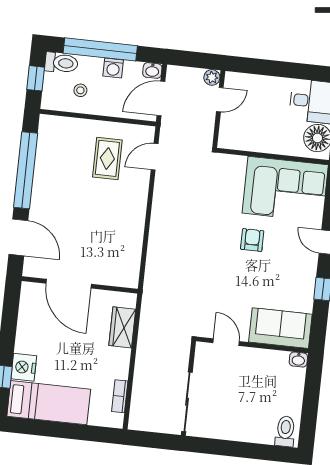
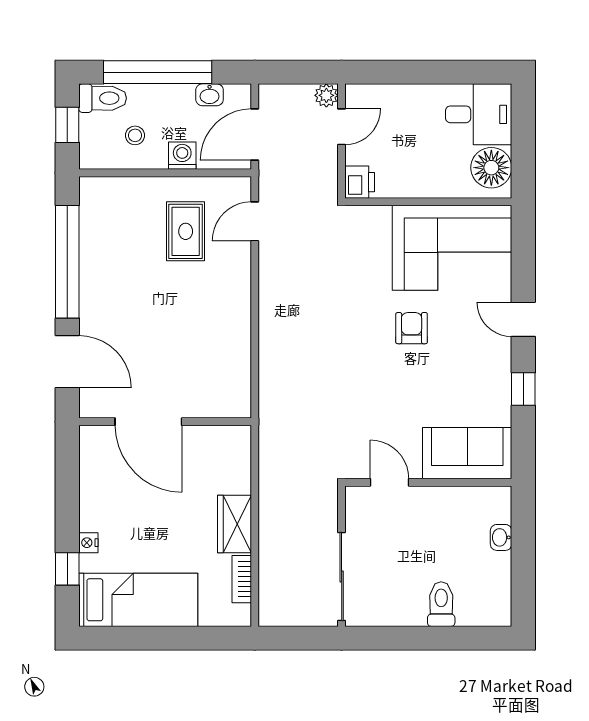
washing machine: (113, 68) -> (182, 156), moved, turned 180
washbasin: (152, 70) -> (210, 95), moved
printer: (228, 138) -> (360, 182), added
wardrobe: (122, 327) -> (234, 524), moved
washbasin: (298, 360) -> (501, 537), moved, turned 90
nightstand: (24, 367) -> (88, 543), width x0.53, depth x0.56
toilet: (285, 431) -> (441, 604), moved

